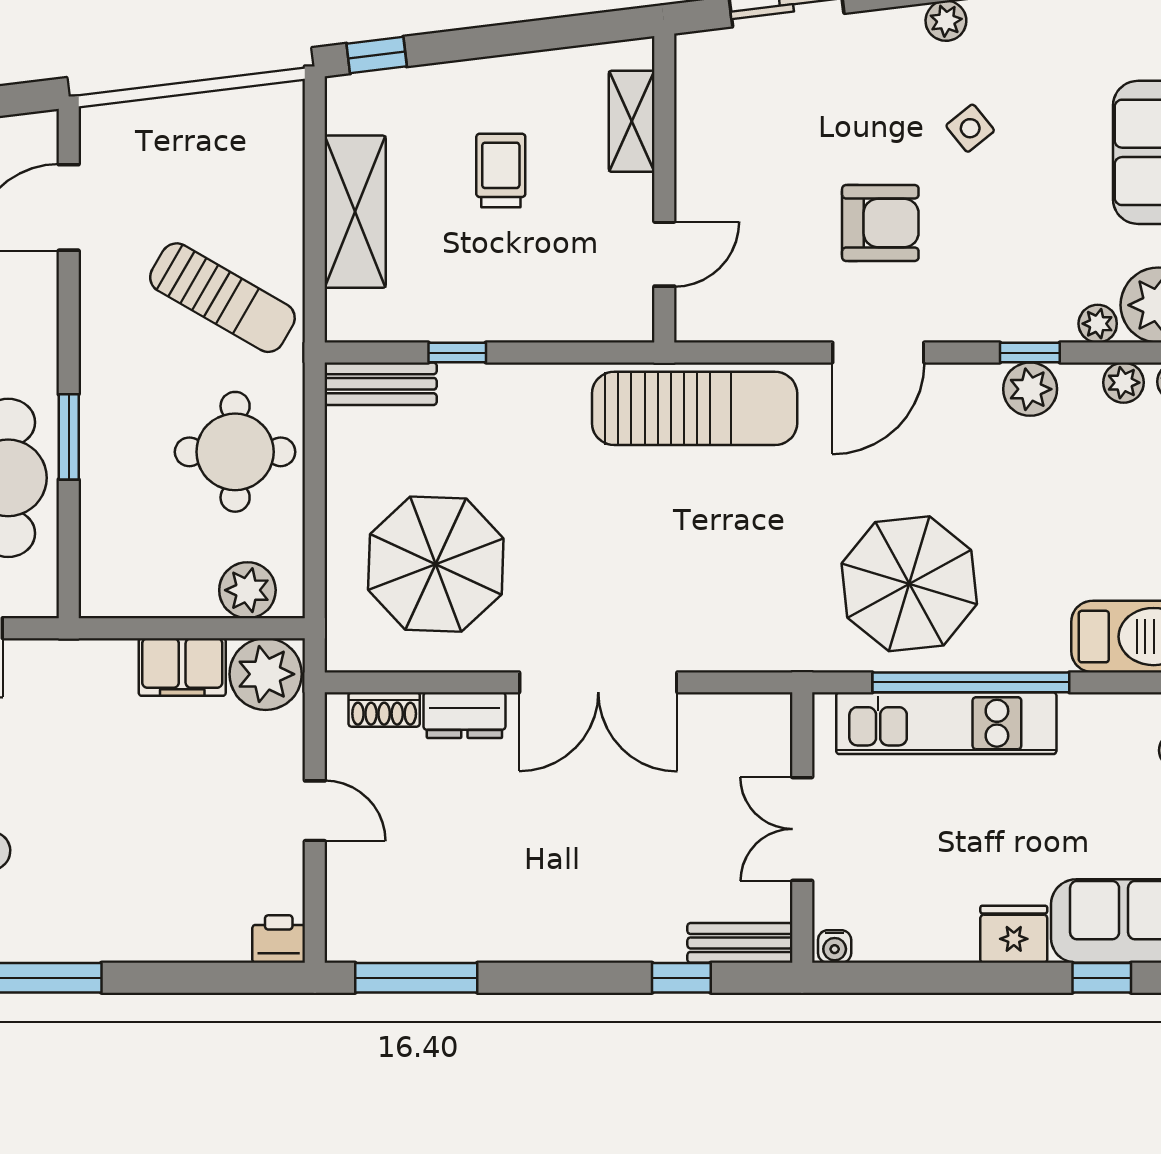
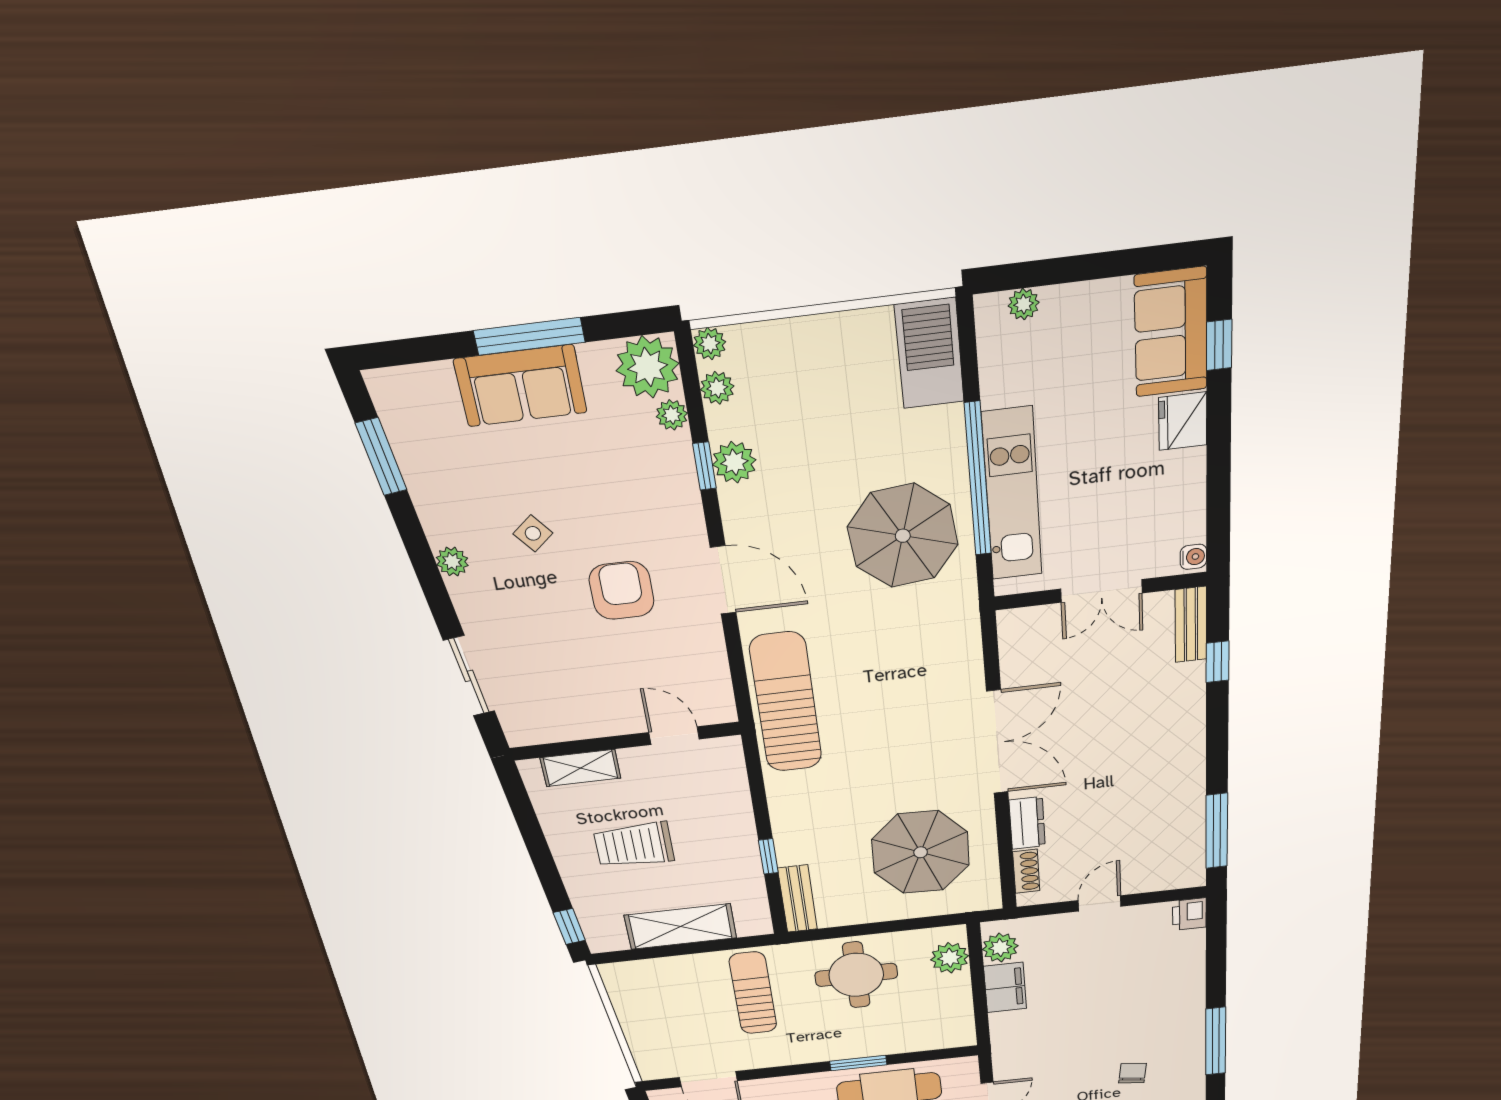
trolley: (501, 171) -> (634, 845), width x1.36, depth x1.39
sun lounger: (222, 298) -> (753, 993), turned -30
plant: (266, 674) -> (1000, 948), width x0.73, depth x0.73

